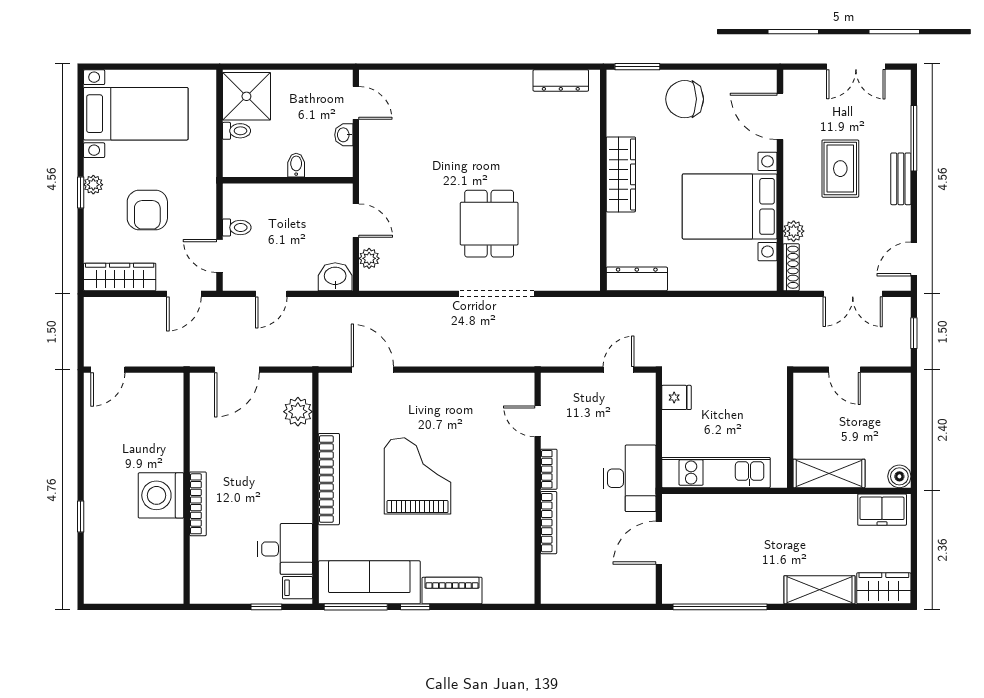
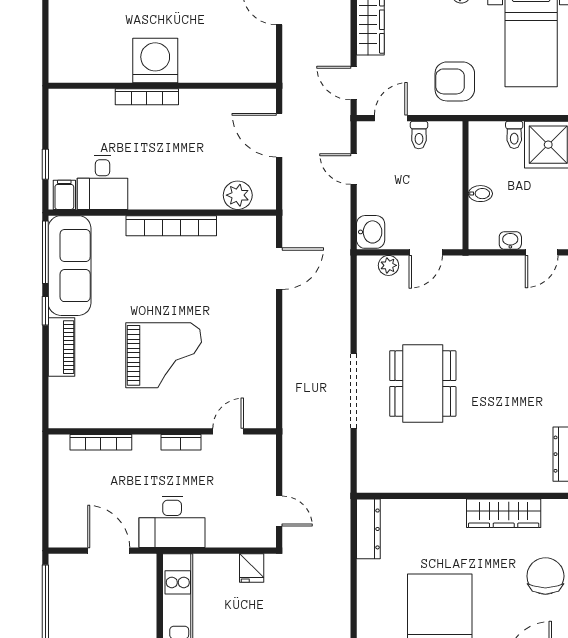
wardrobe: (621, 174) -> (504, 513), moved
armchair: (147, 210) -> (455, 81), moved
dining table: (489, 224) -> (423, 384), width x1.38
grand piano: (418, 476) -> (164, 355), moved
bookcase: (549, 523) -> (101, 442), moved

